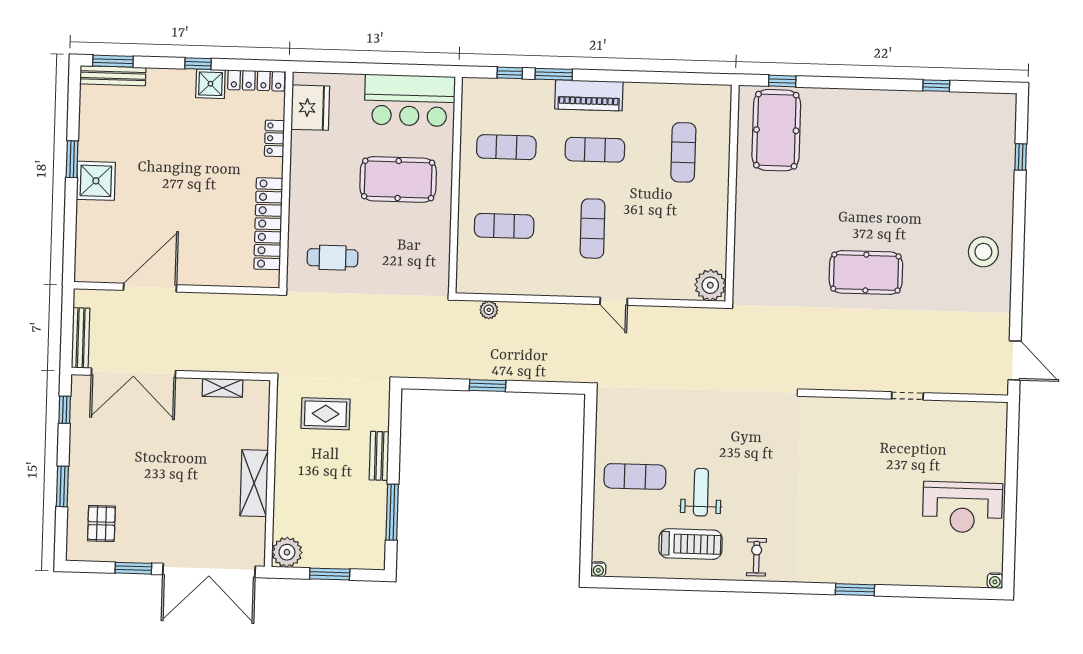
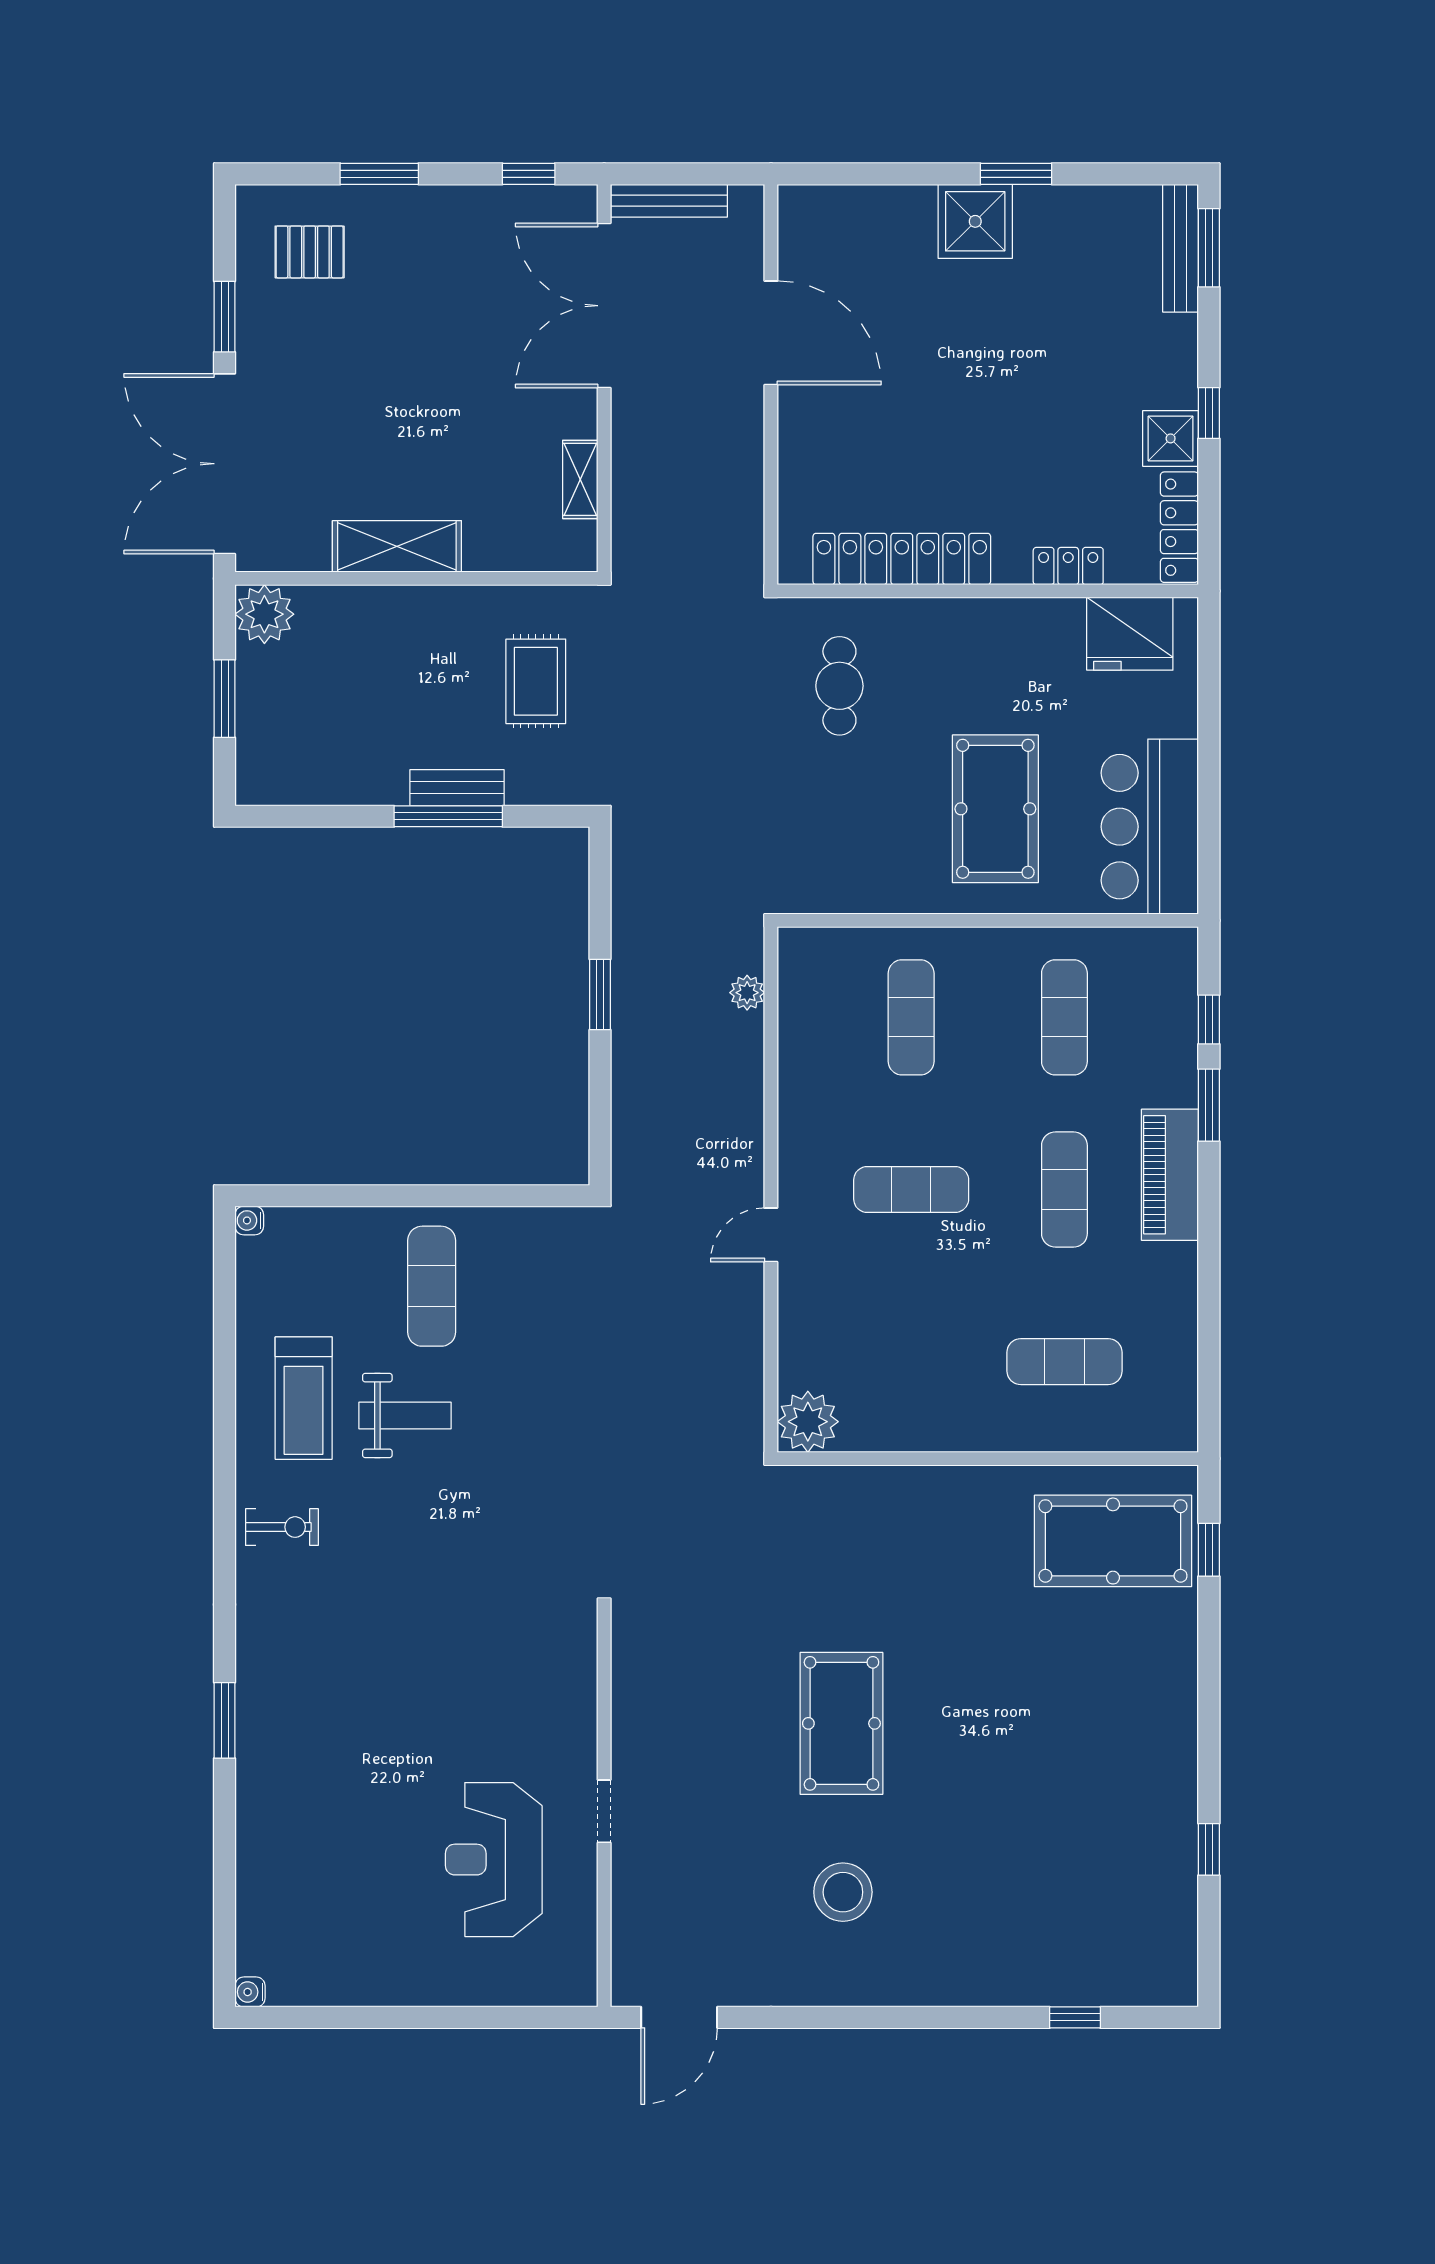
stool: (983, 252) -> (843, 1892), moved
reception desk: (962, 507) -> (494, 1860), moved
window: (392, 512) -> (448, 816), moved

